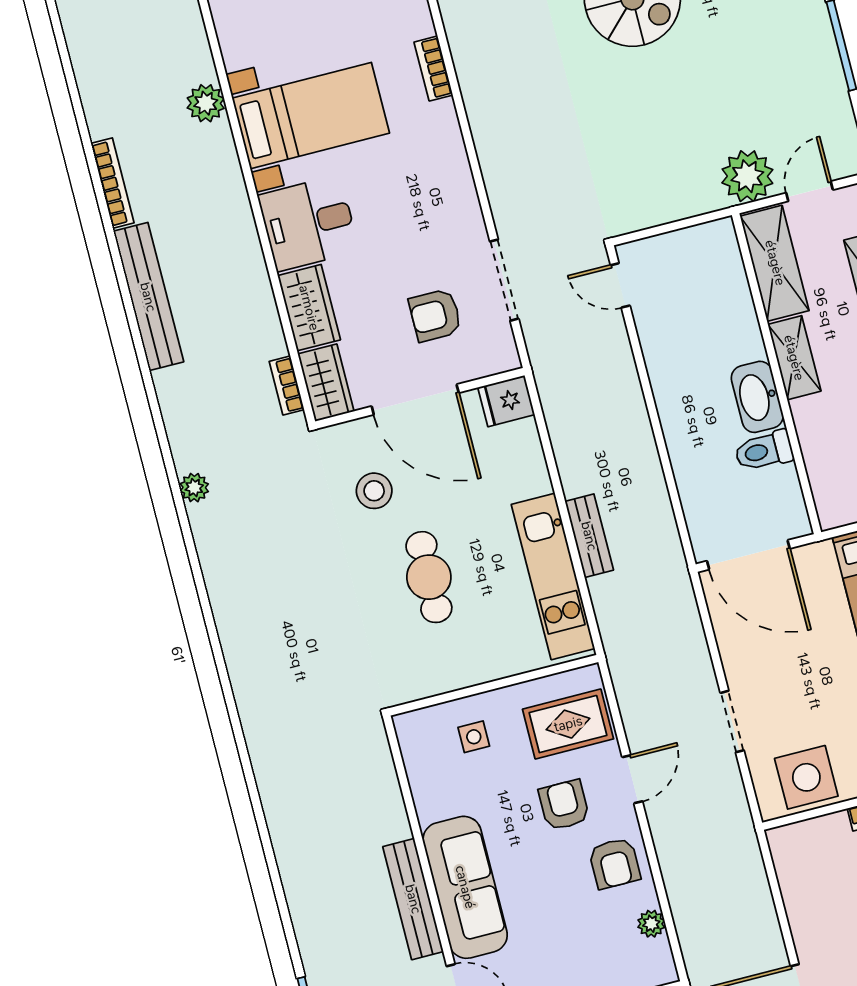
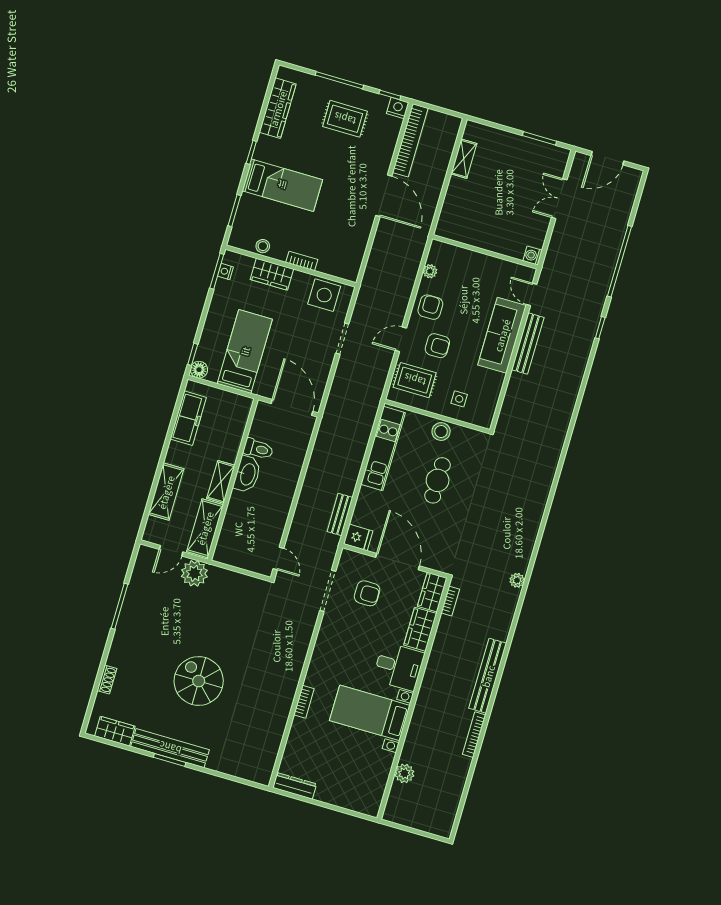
plant: (206, 103) -> (404, 773), moved
stool: (374, 491) -> (441, 432), moved
bench: (589, 536) -> (340, 514), moved
armchair: (564, 805) -> (437, 346), turned -90

